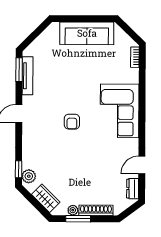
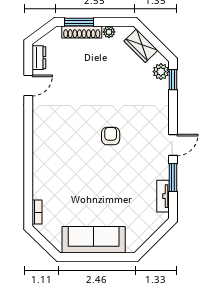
window: (19, 70) -> (173, 177), moved
tv unit: (28, 76) -> (163, 196), width x0.71
corner sofa: (120, 111) -> (55, 149), removed
window: (78, 219) -> (79, 22), moved

